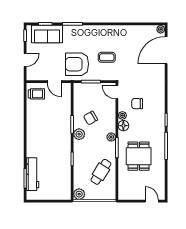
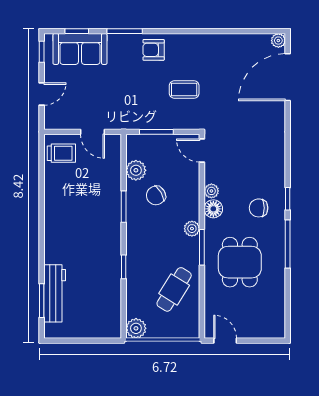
armchair: (77, 64) -> (154, 50), moved, width x0.53, depth x0.53
chair: (137, 104) -> (259, 208), moved
plant: (79, 134) -> (136, 170), moved
door: (152, 201) -> (225, 341), moved

